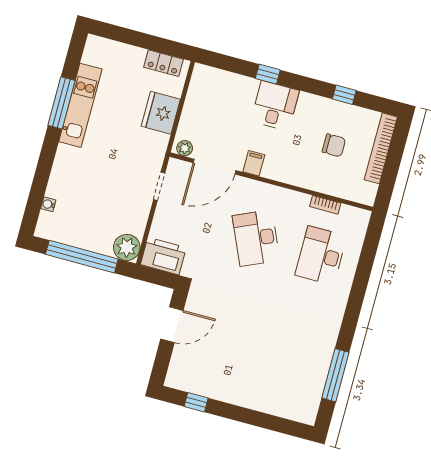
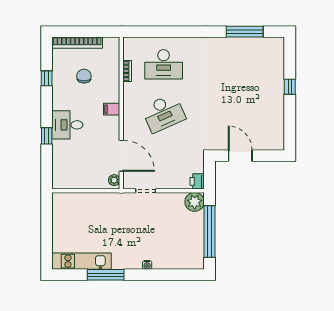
locker: (164, 63) -> (59, 211), removed
kitchen unit: (80, 105) -> (81, 261), moved
fridge: (161, 113) -> (94, 203), removed
filing cabinet: (254, 163) -> (112, 109), moved
water cooler: (48, 204) -> (147, 265), moved
printer: (163, 256) -> (197, 181), width x0.53, depth x0.68
window: (196, 402) -> (290, 87), moved

